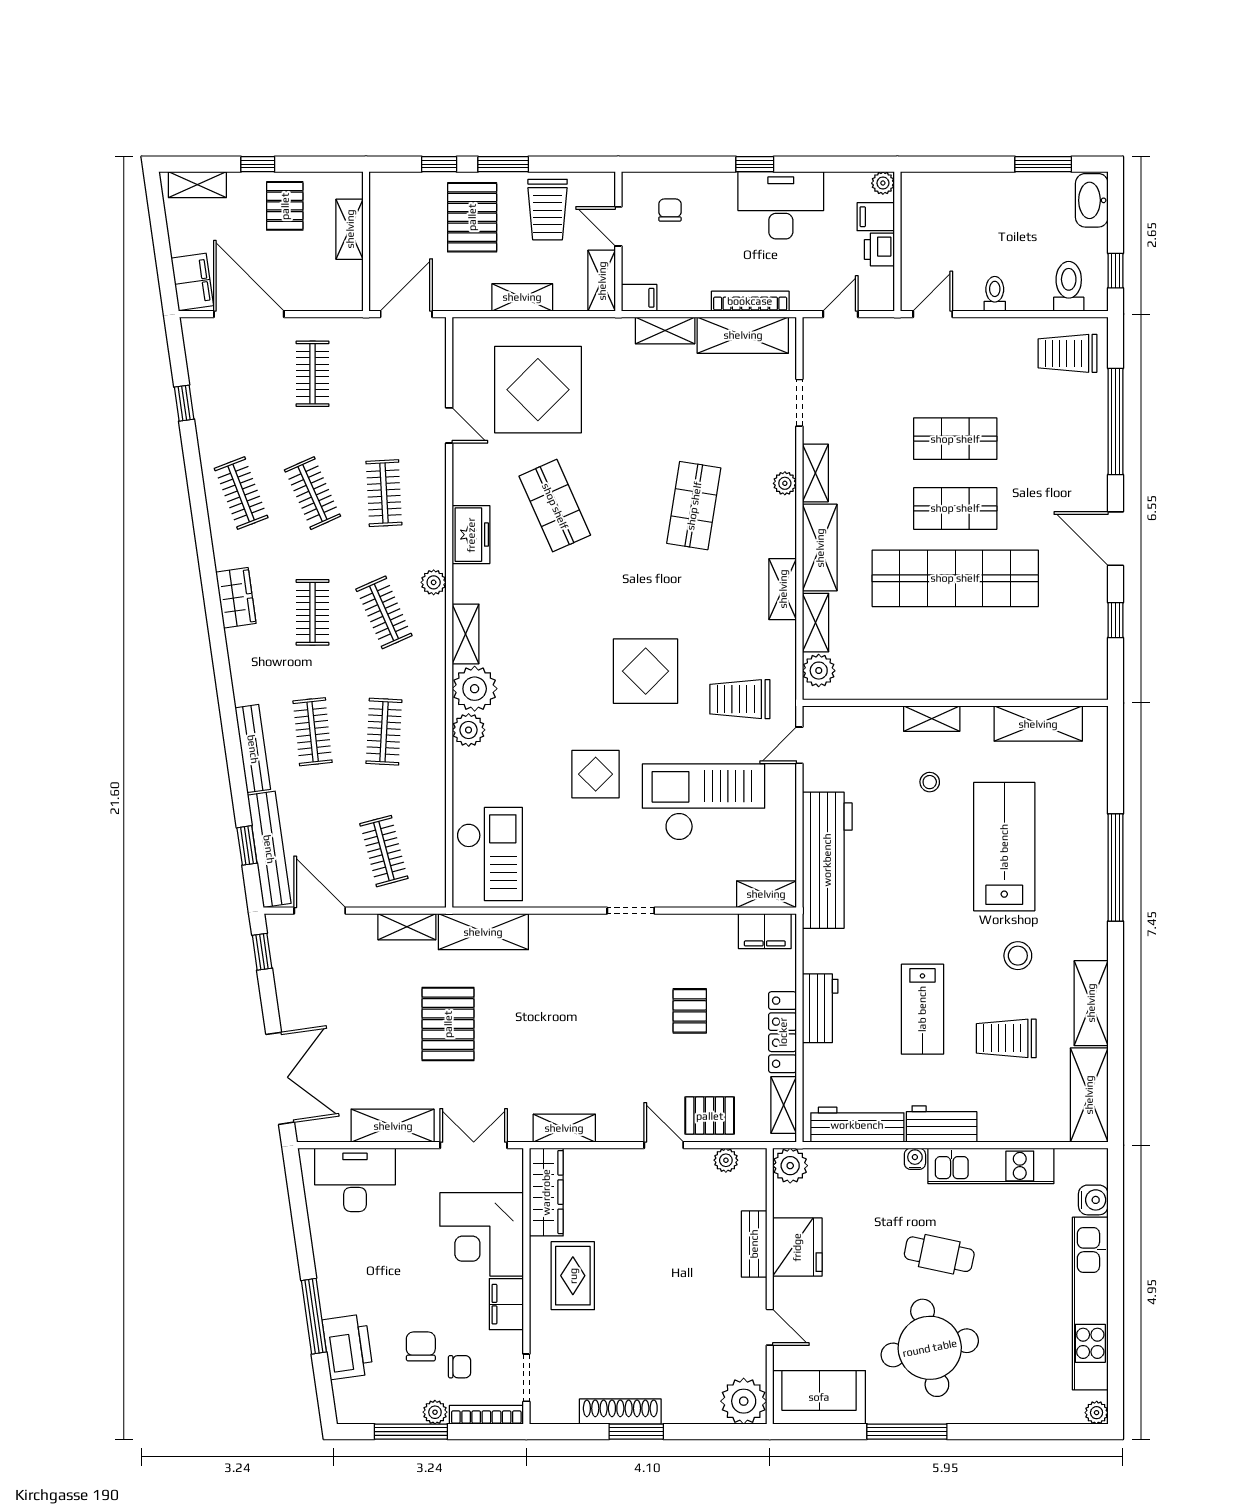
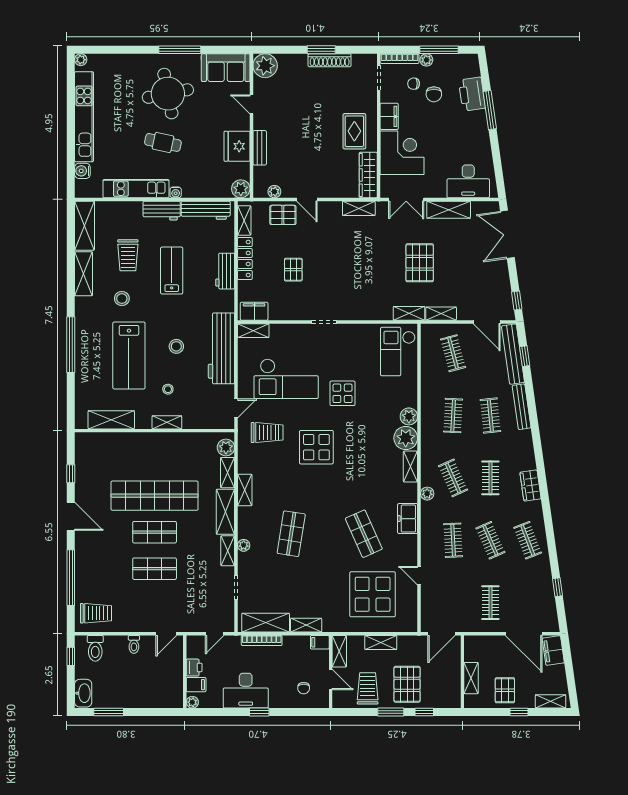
stool: (914, 864) -> (176, 346), added
shelving: (483, 932) -> (409, 313), width x0.67, depth x0.75
trolley: (1006, 1038) -> (128, 255), turned 90

